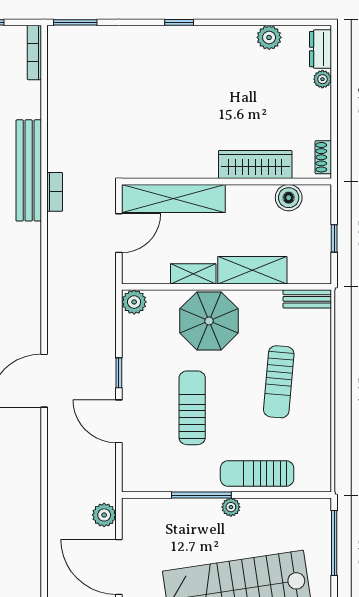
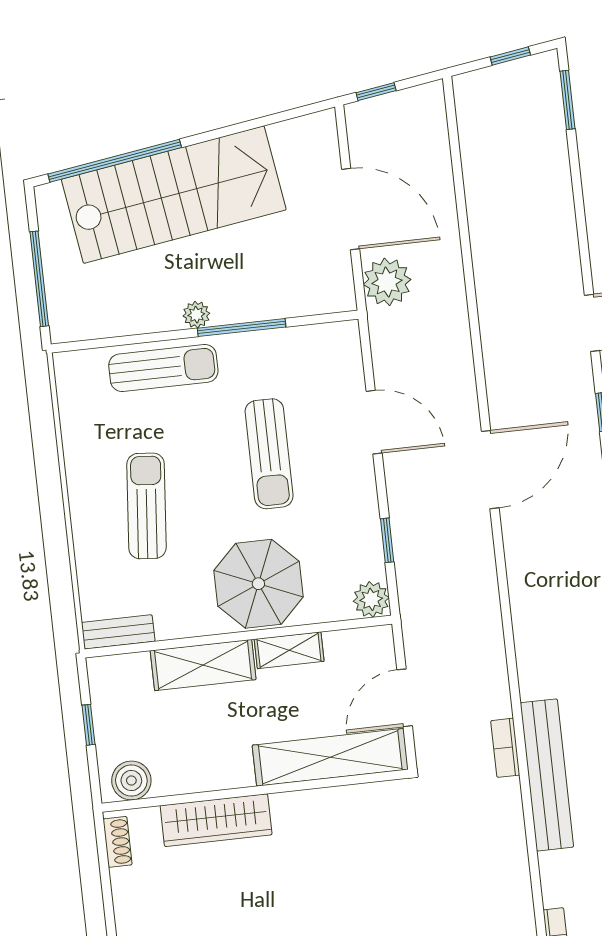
boiler: (289, 198) -> (131, 780), moved
window: (119, 373) -> (387, 540), moved
plant: (104, 515) -> (387, 282), width x1.36, depth x1.36

